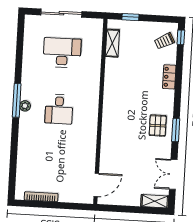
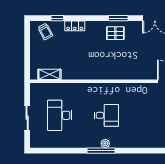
sliding door: (61, 13) -> (27, 118), width x0.73
window: (130, 17) -> (27, 61), removed
window: (181, 37) -> (57, 18), moved

